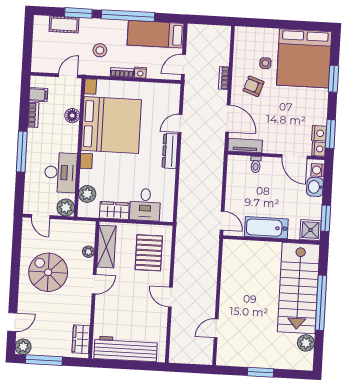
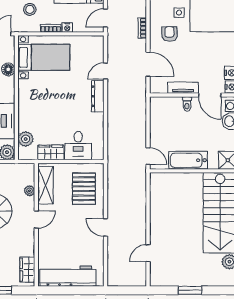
armchair: (253, 86) -> (169, 34), turned 70
bed with nightstands: (111, 125) -> (44, 57), width x0.54
tv unit: (245, 146) -> (183, 88), moved
toilet: (256, 164) -> (187, 104), moved

